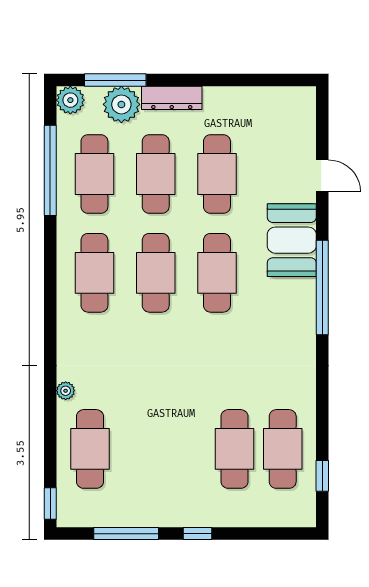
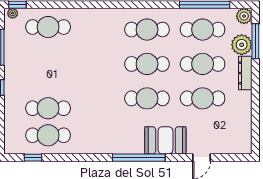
plant: (66, 391) -> (13, 13), moved

